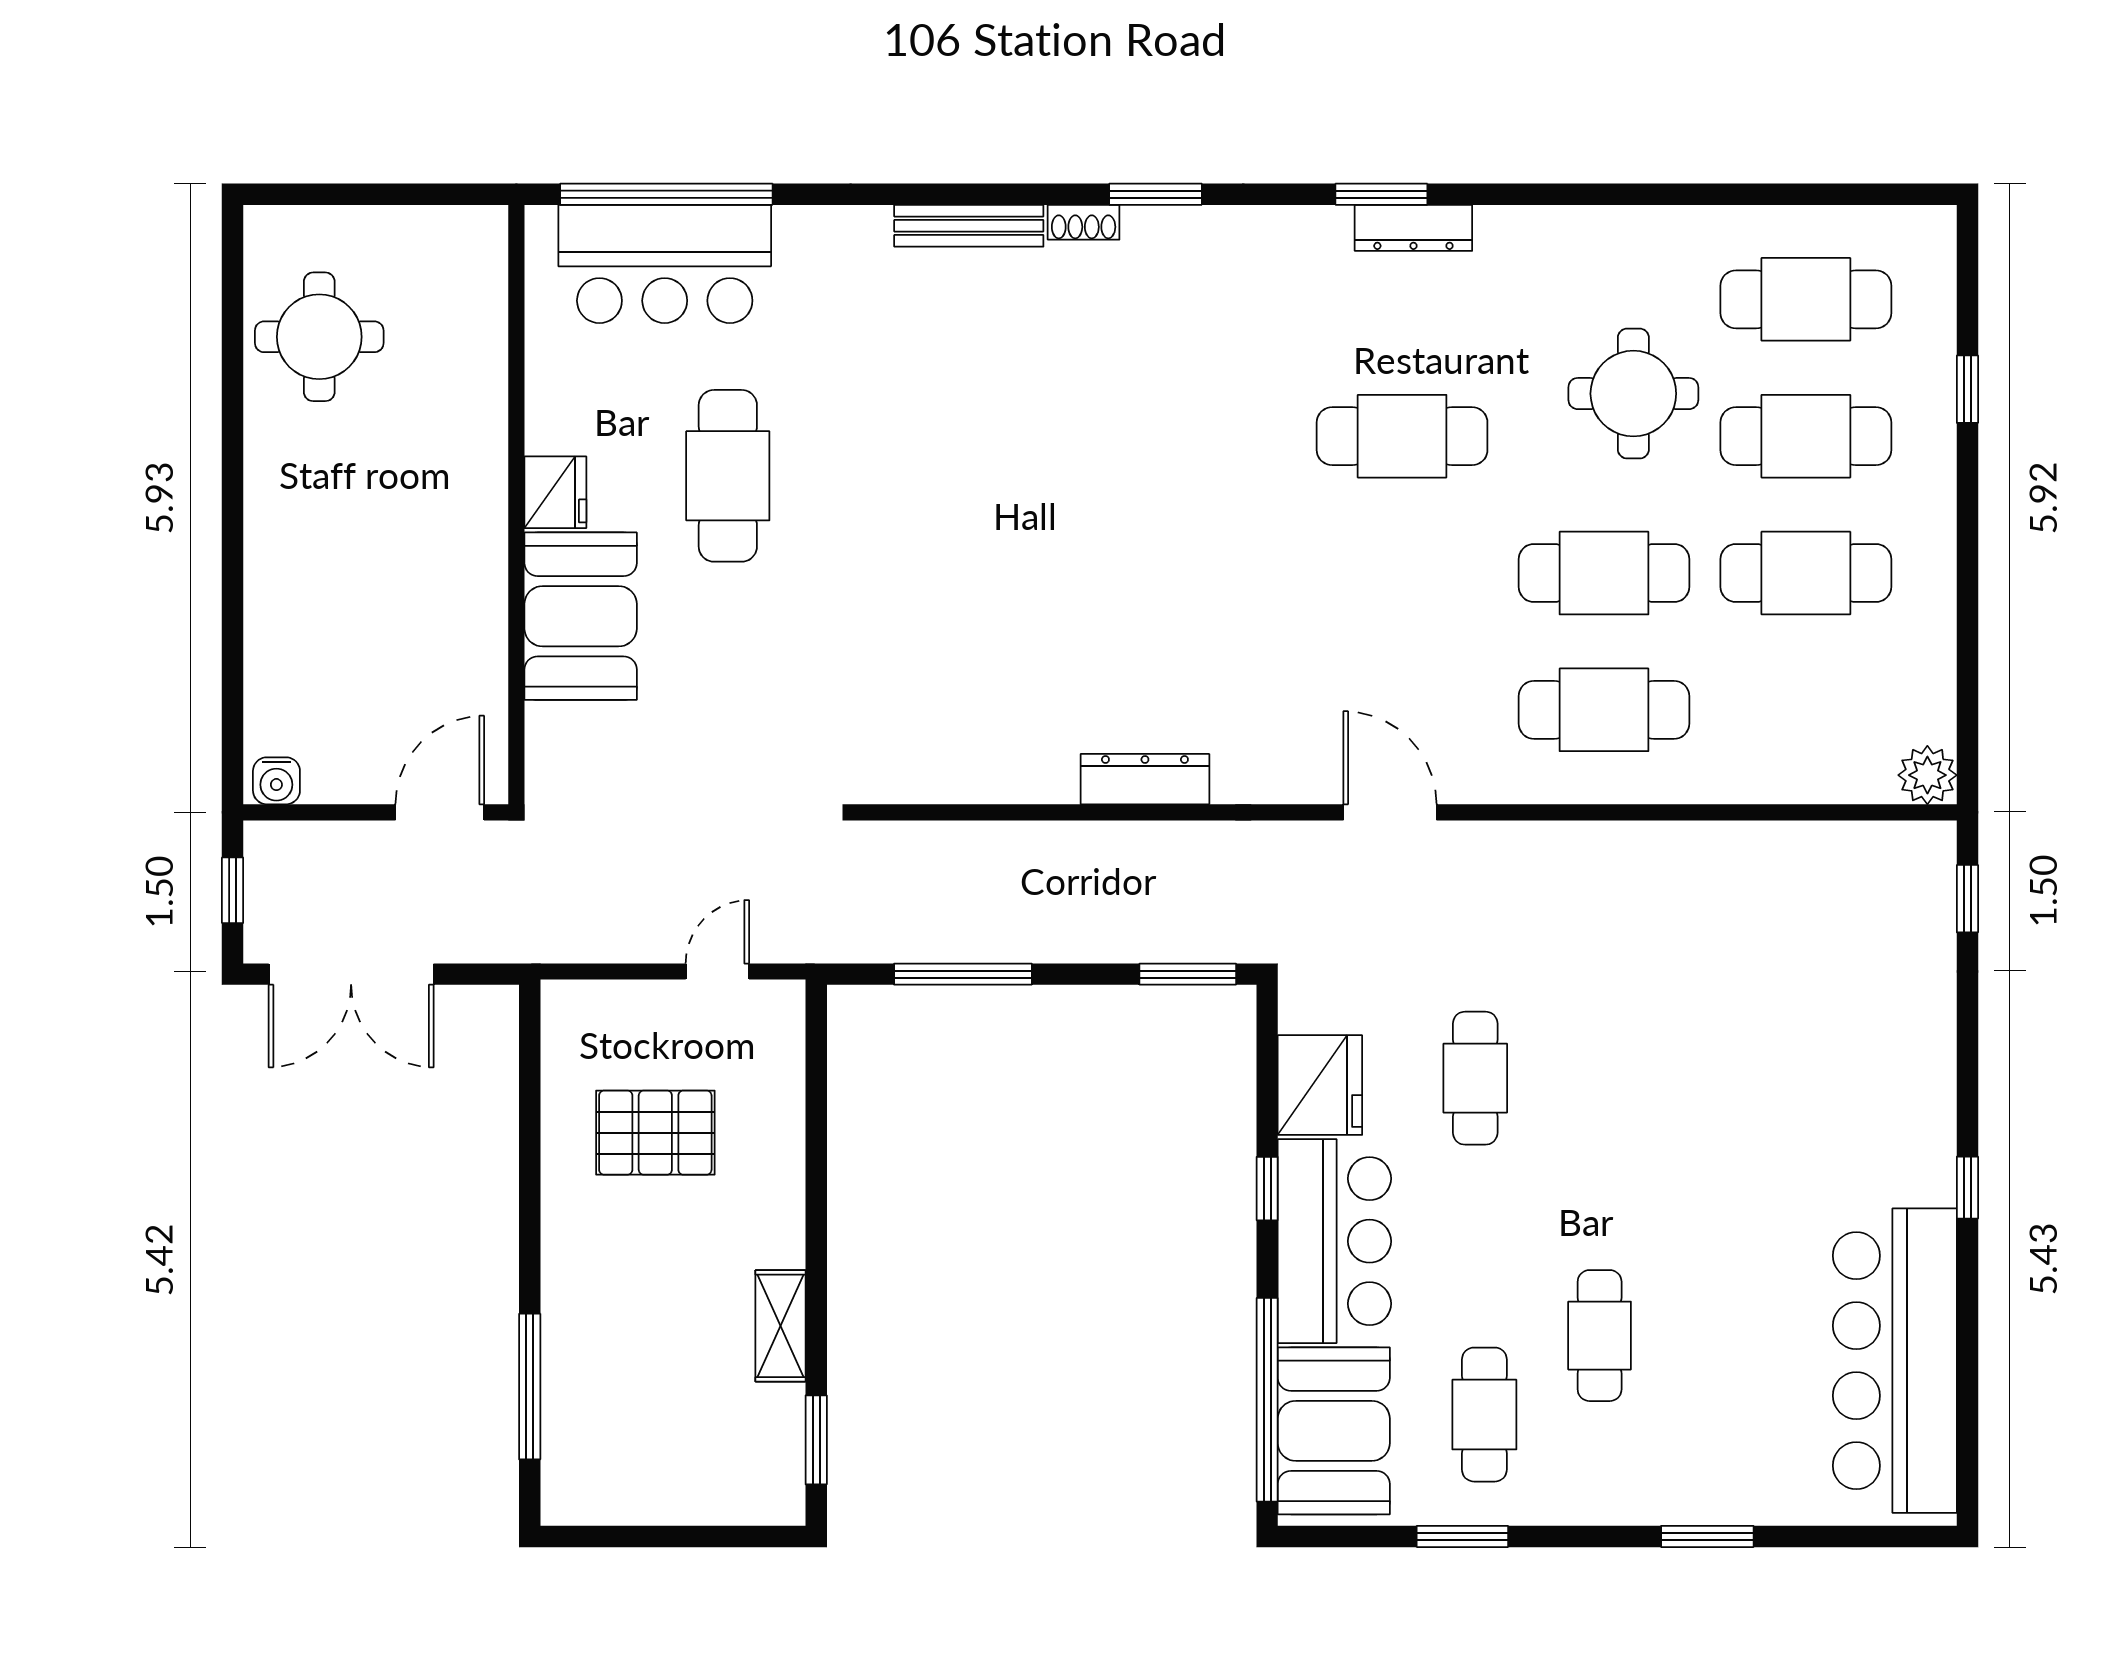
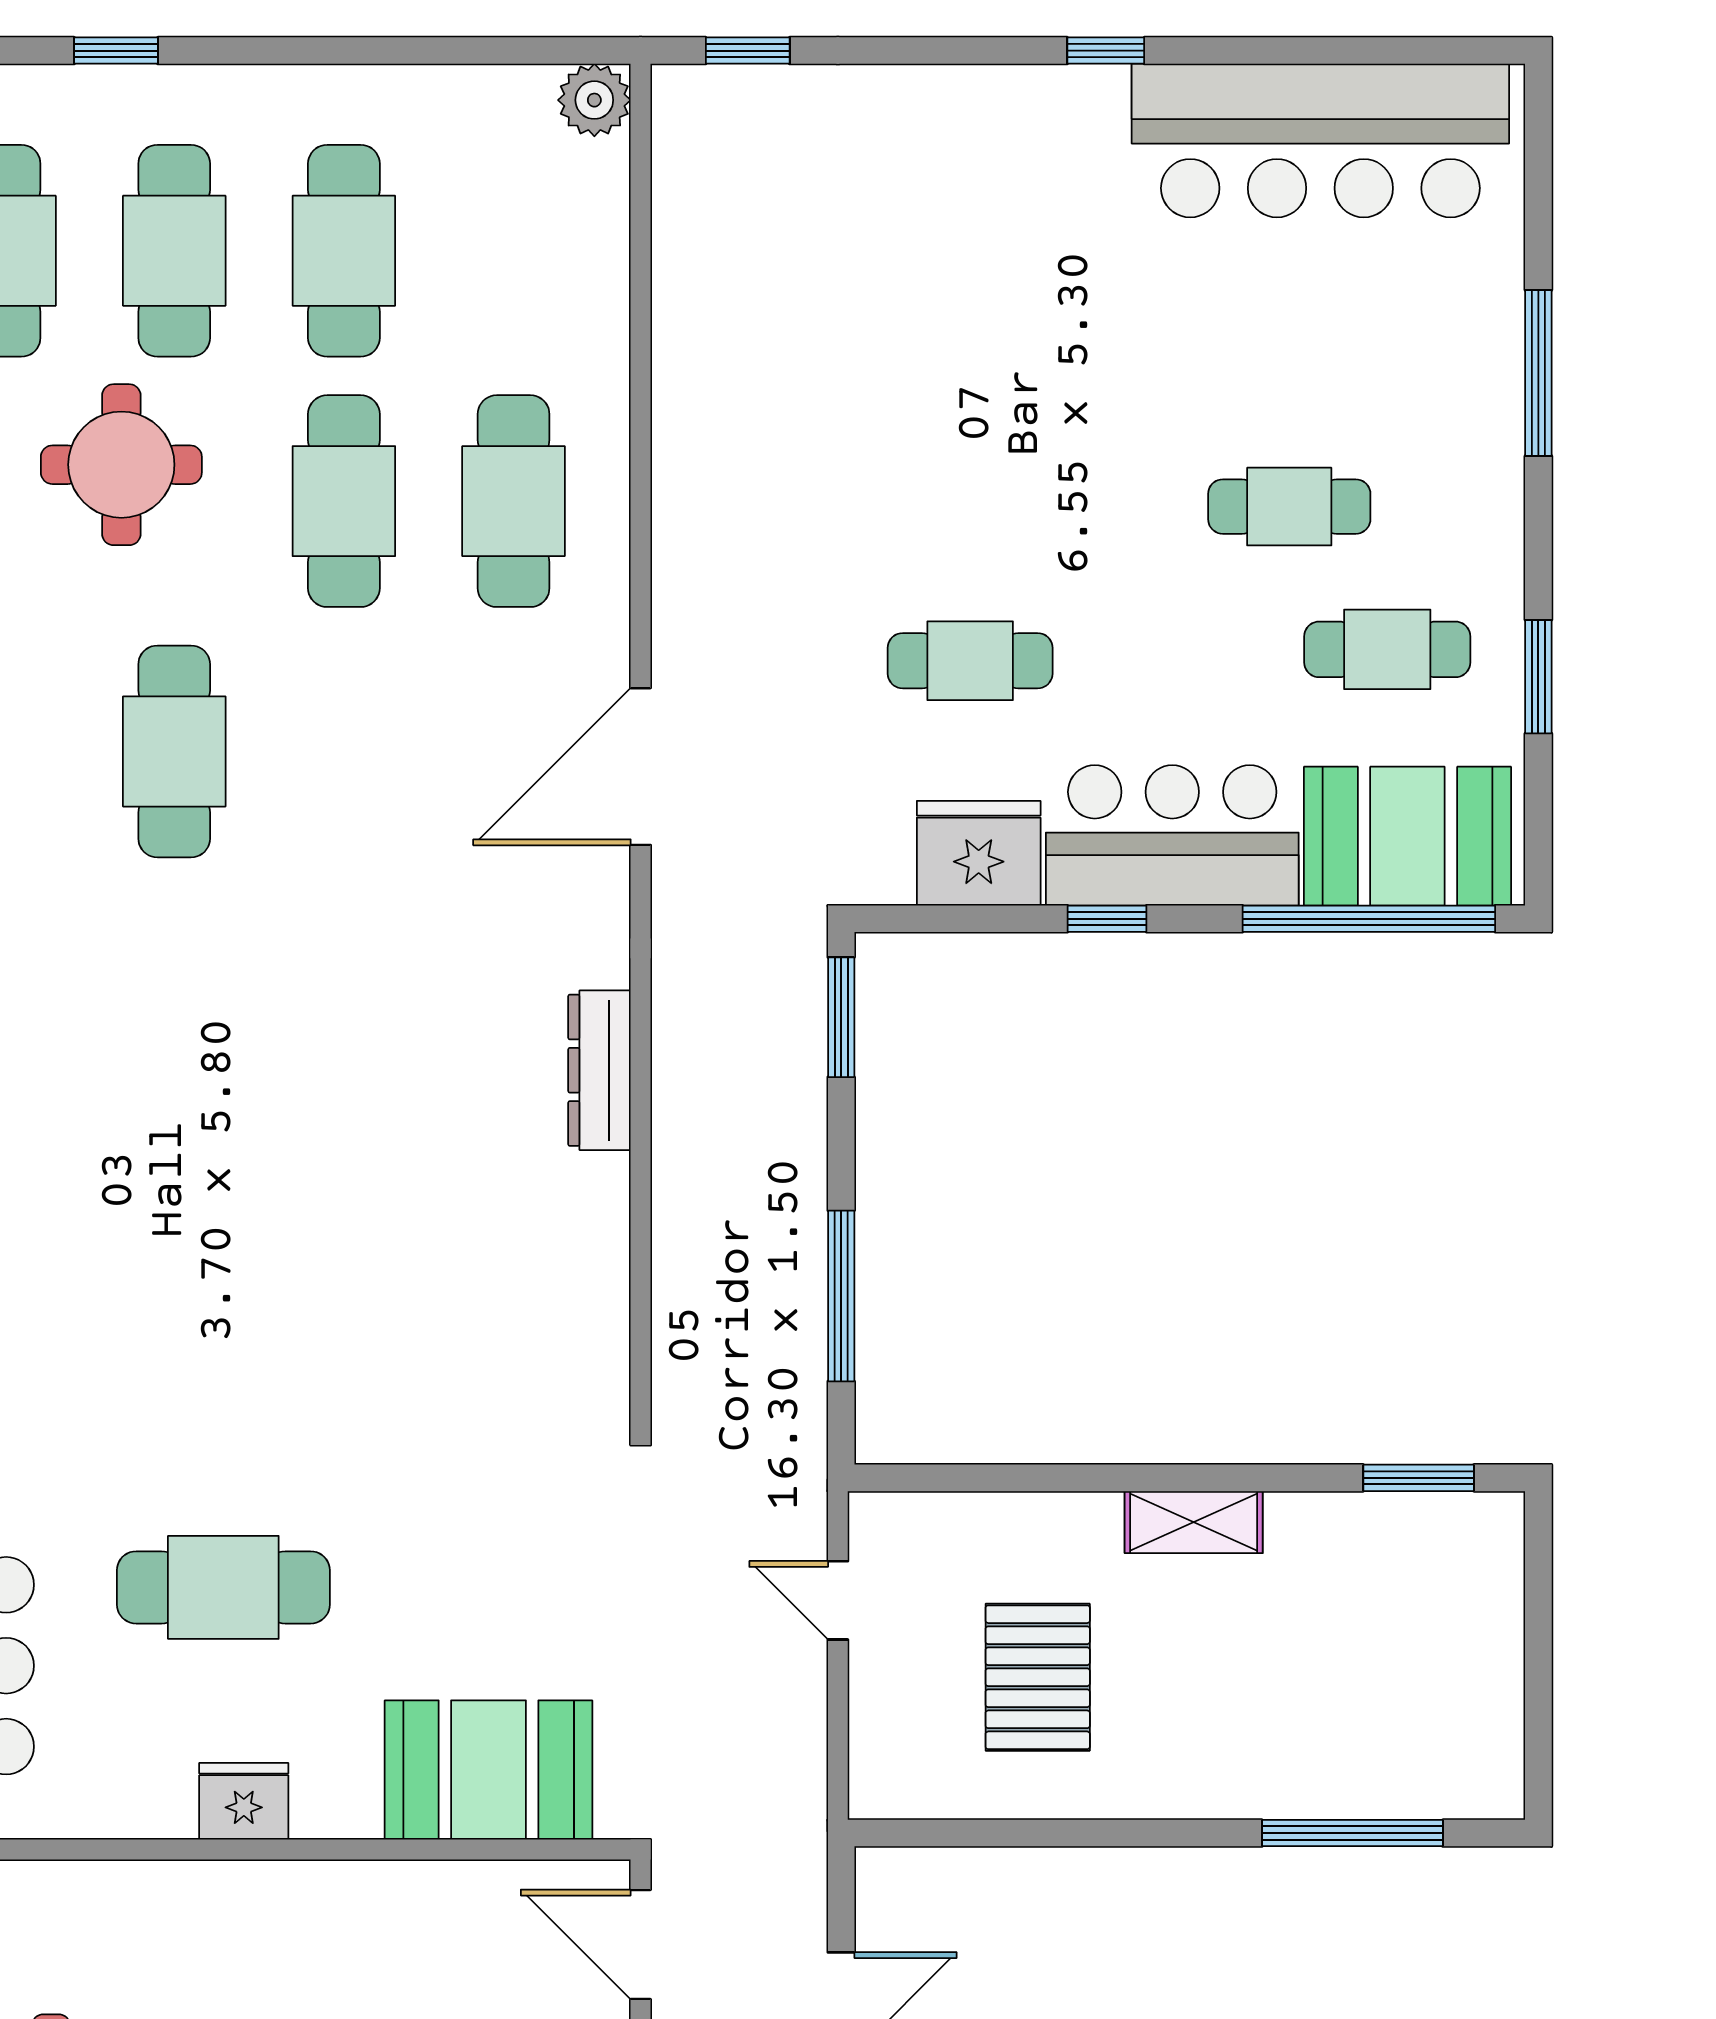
booth: (581, 616) -> (489, 1770), moved
door: (1390, 812) -> (641, 767), width x1.36
shelving: (781, 1326) -> (1194, 1522), moved
window: (1707, 1536) -> (1538, 373), width x1.44

